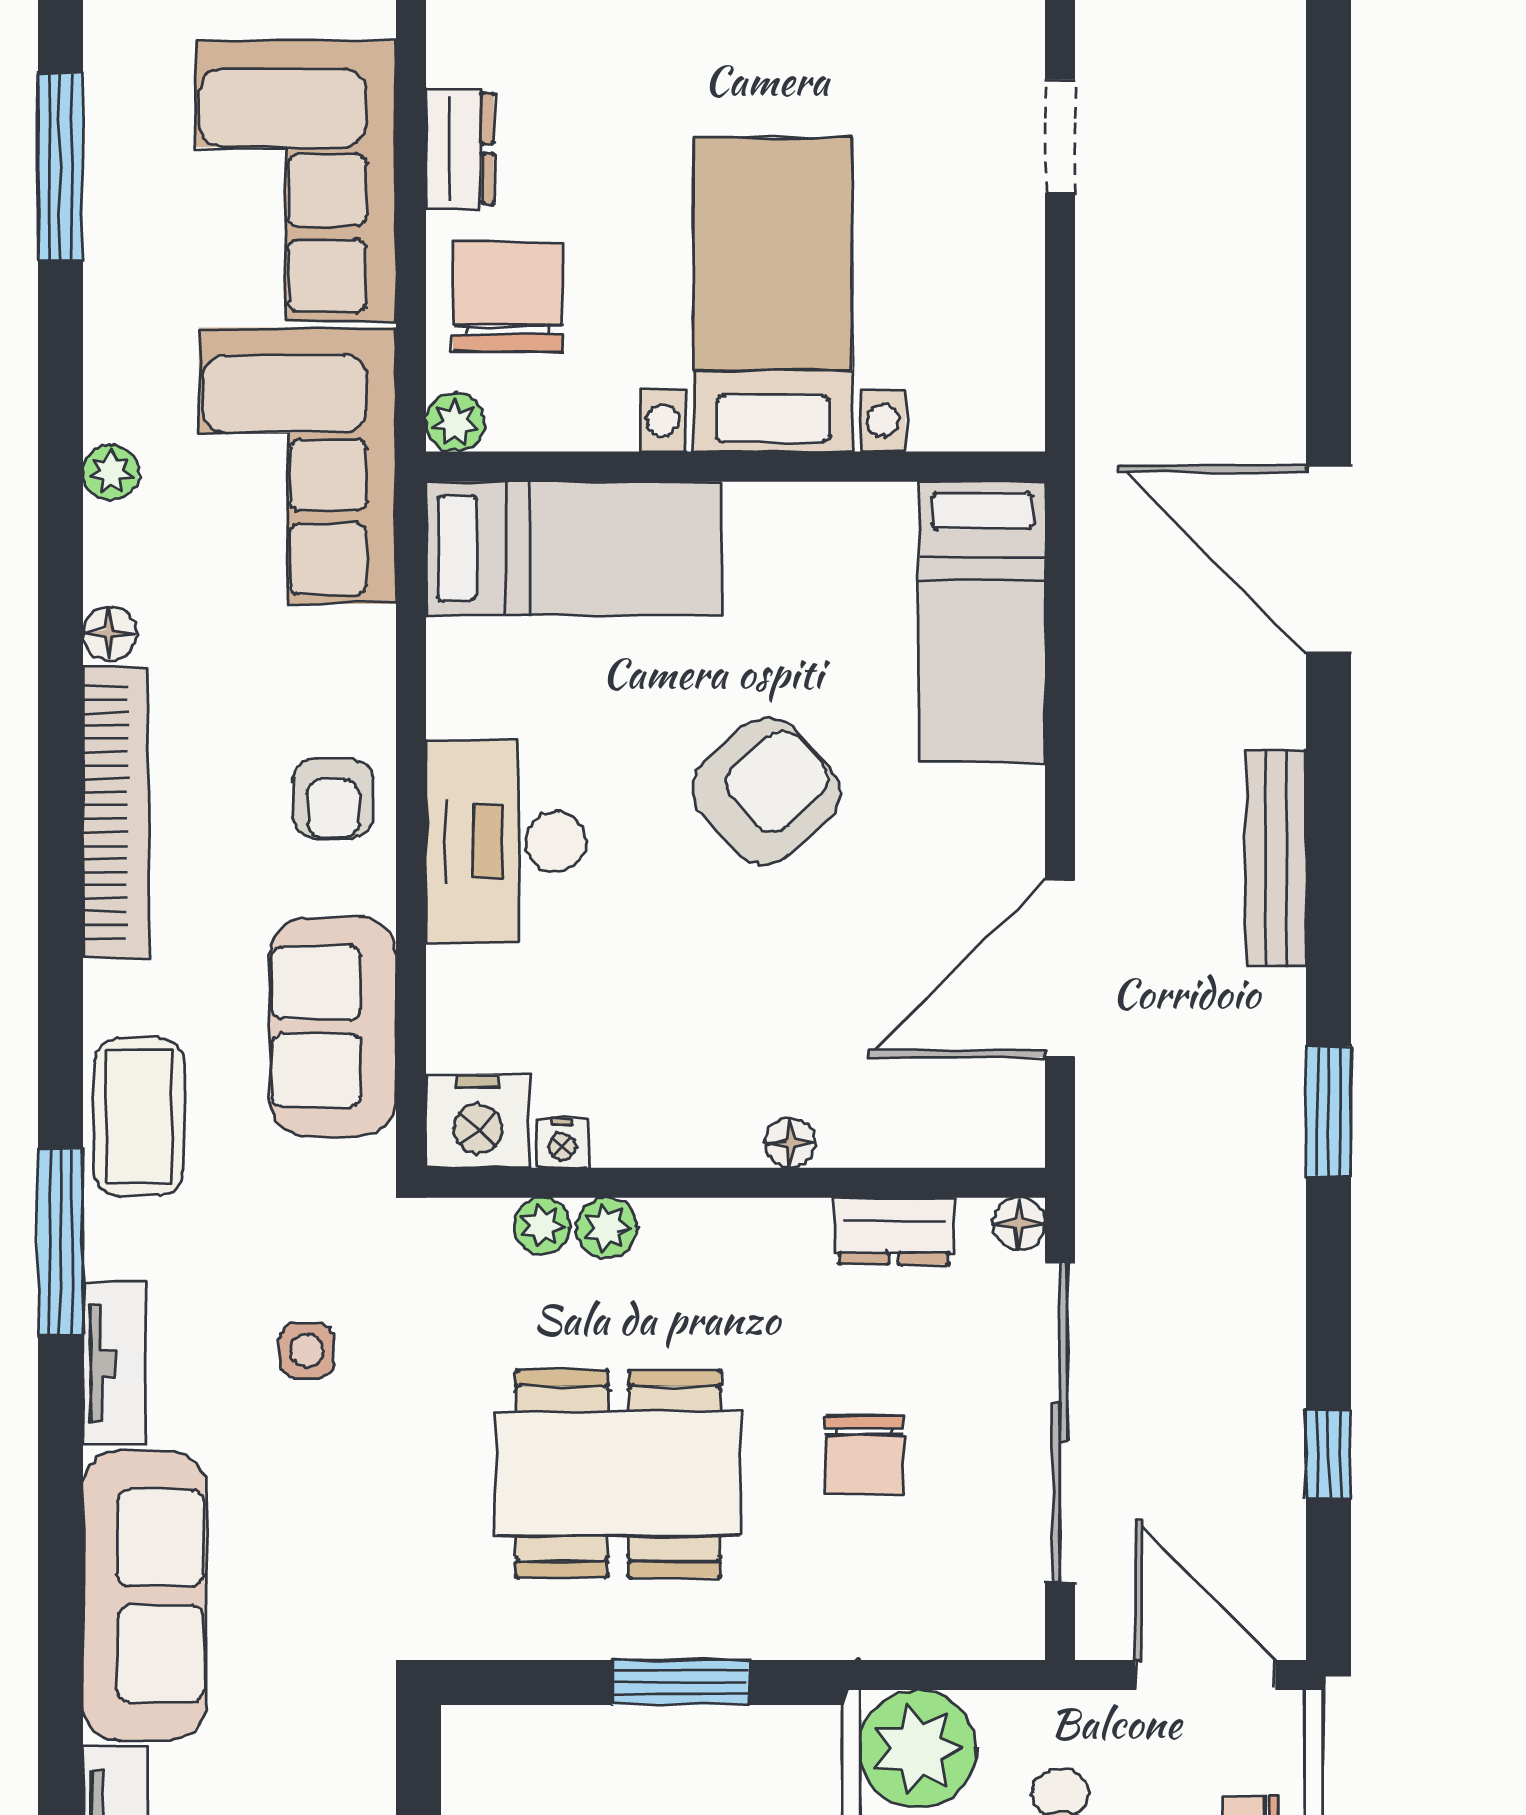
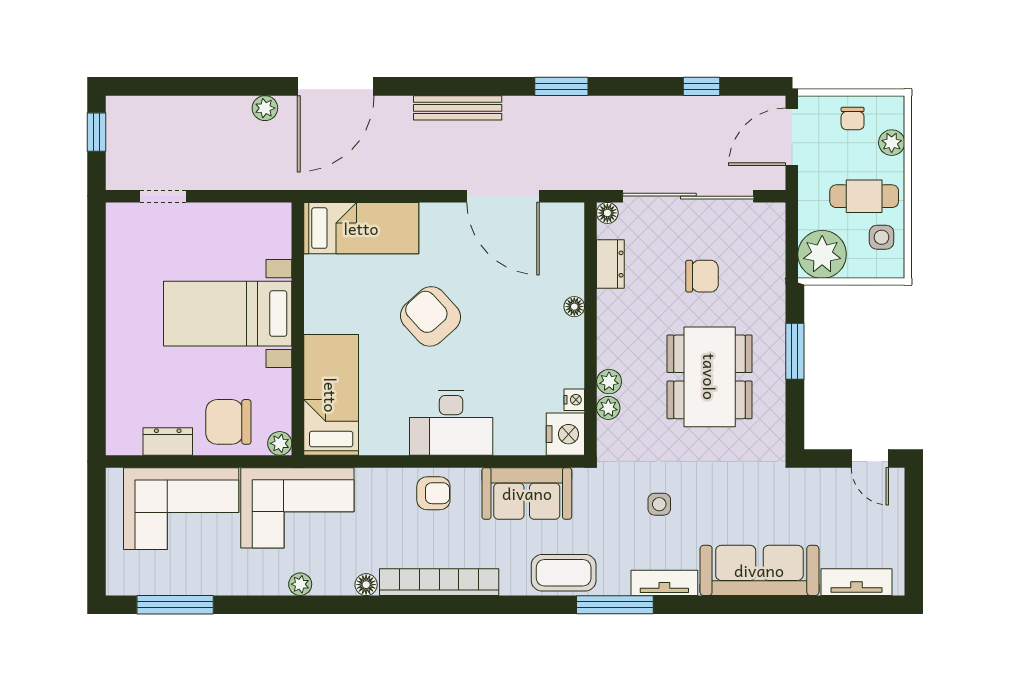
plant: (1275, 386) -> (265, 108), added

